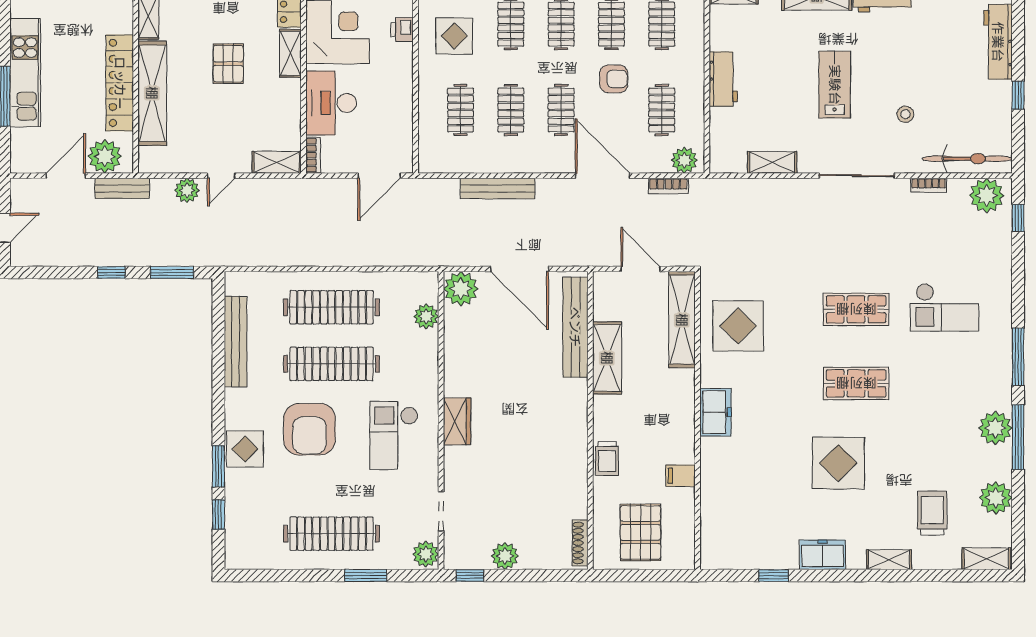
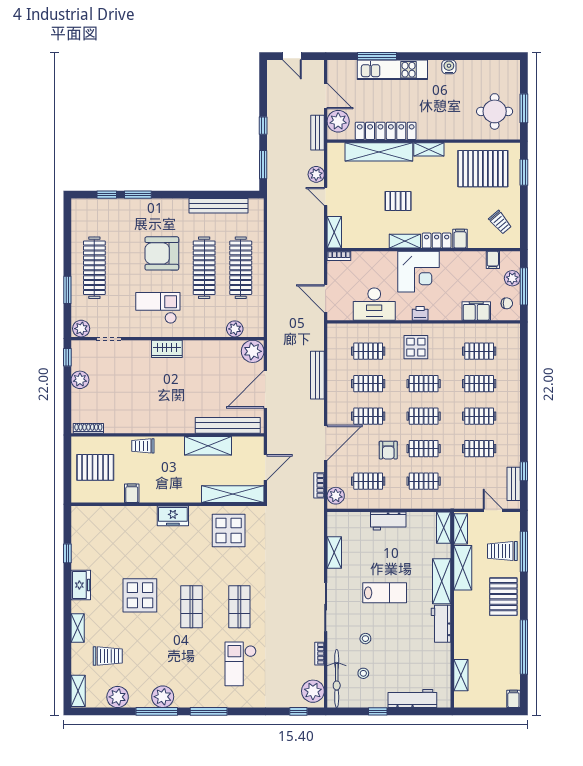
desk: (331, 103) -> (374, 304), moved, turned 180
stool: (959, 117) -> (363, 673), added
display table: (245, 449) -> (149, 212), removed

